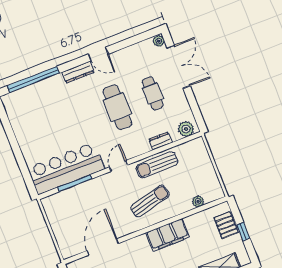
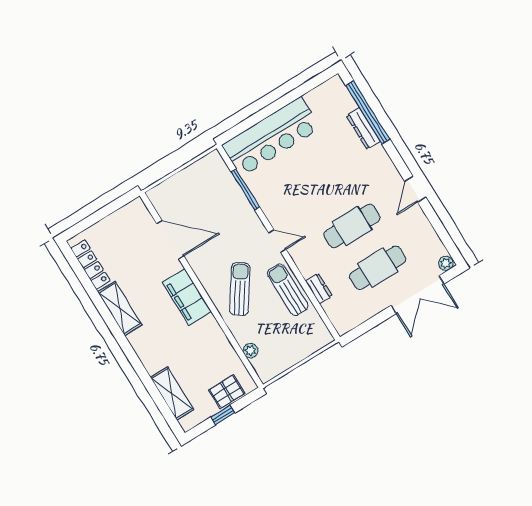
dresser: (78, 72) -> (363, 128), moved
cafe table: (153, 93) -> (378, 268), width x1.37, depth x1.35
plant: (186, 129) -> (340, 318), removed
bar counter: (66, 168) -> (271, 137), moved, turned 90
sun lounger: (150, 201) -> (240, 289), turned -132
filing cabinet: (168, 235) -> (187, 297), moved

